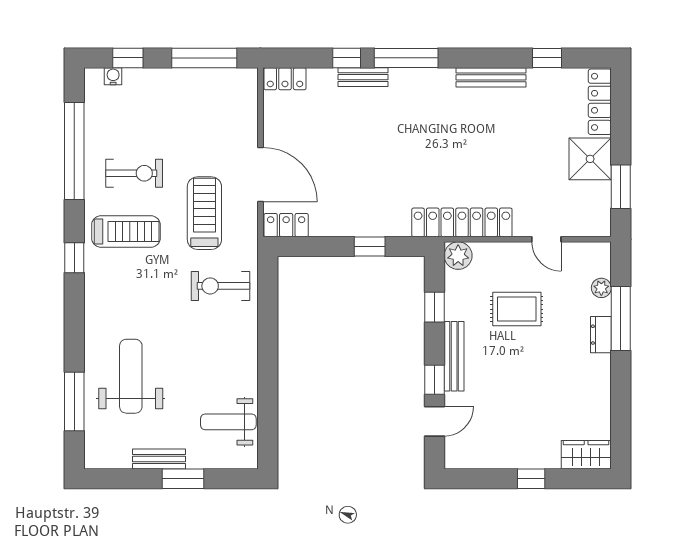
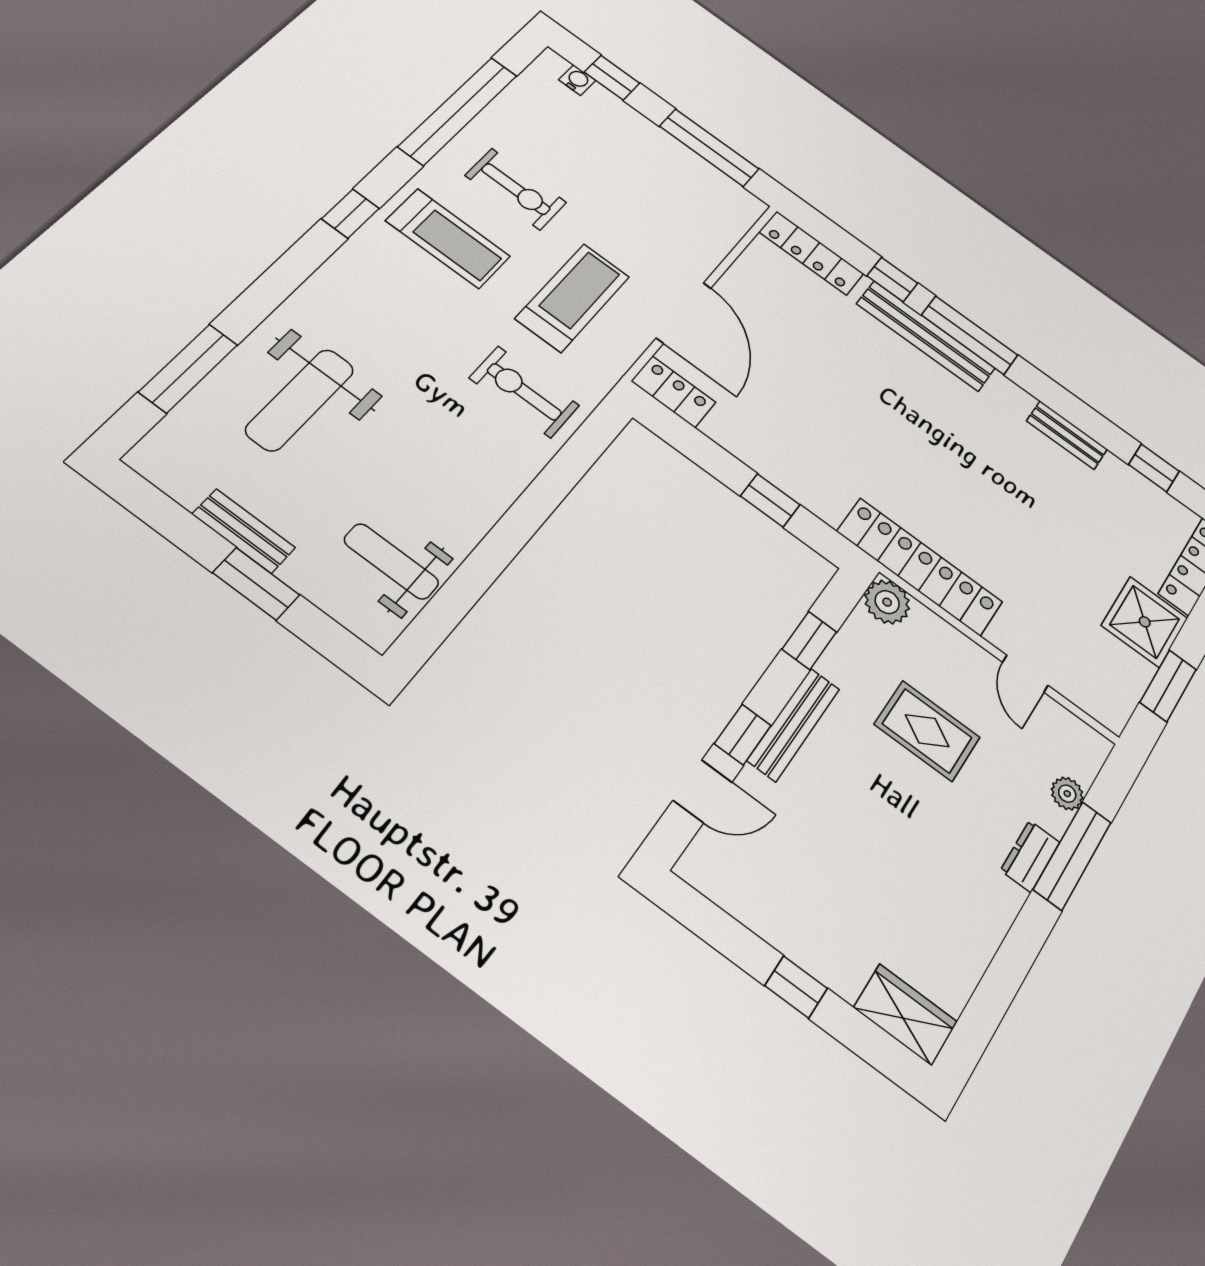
bench: (363, 77) -> (926, 336), width x1.86, depth x1.21
bench: (491, 77) -> (1067, 435), width x0.73
locker: (285, 79) -> (811, 253), width x1.53
weight bench: (131, 376) -> (300, 400), turned 180

